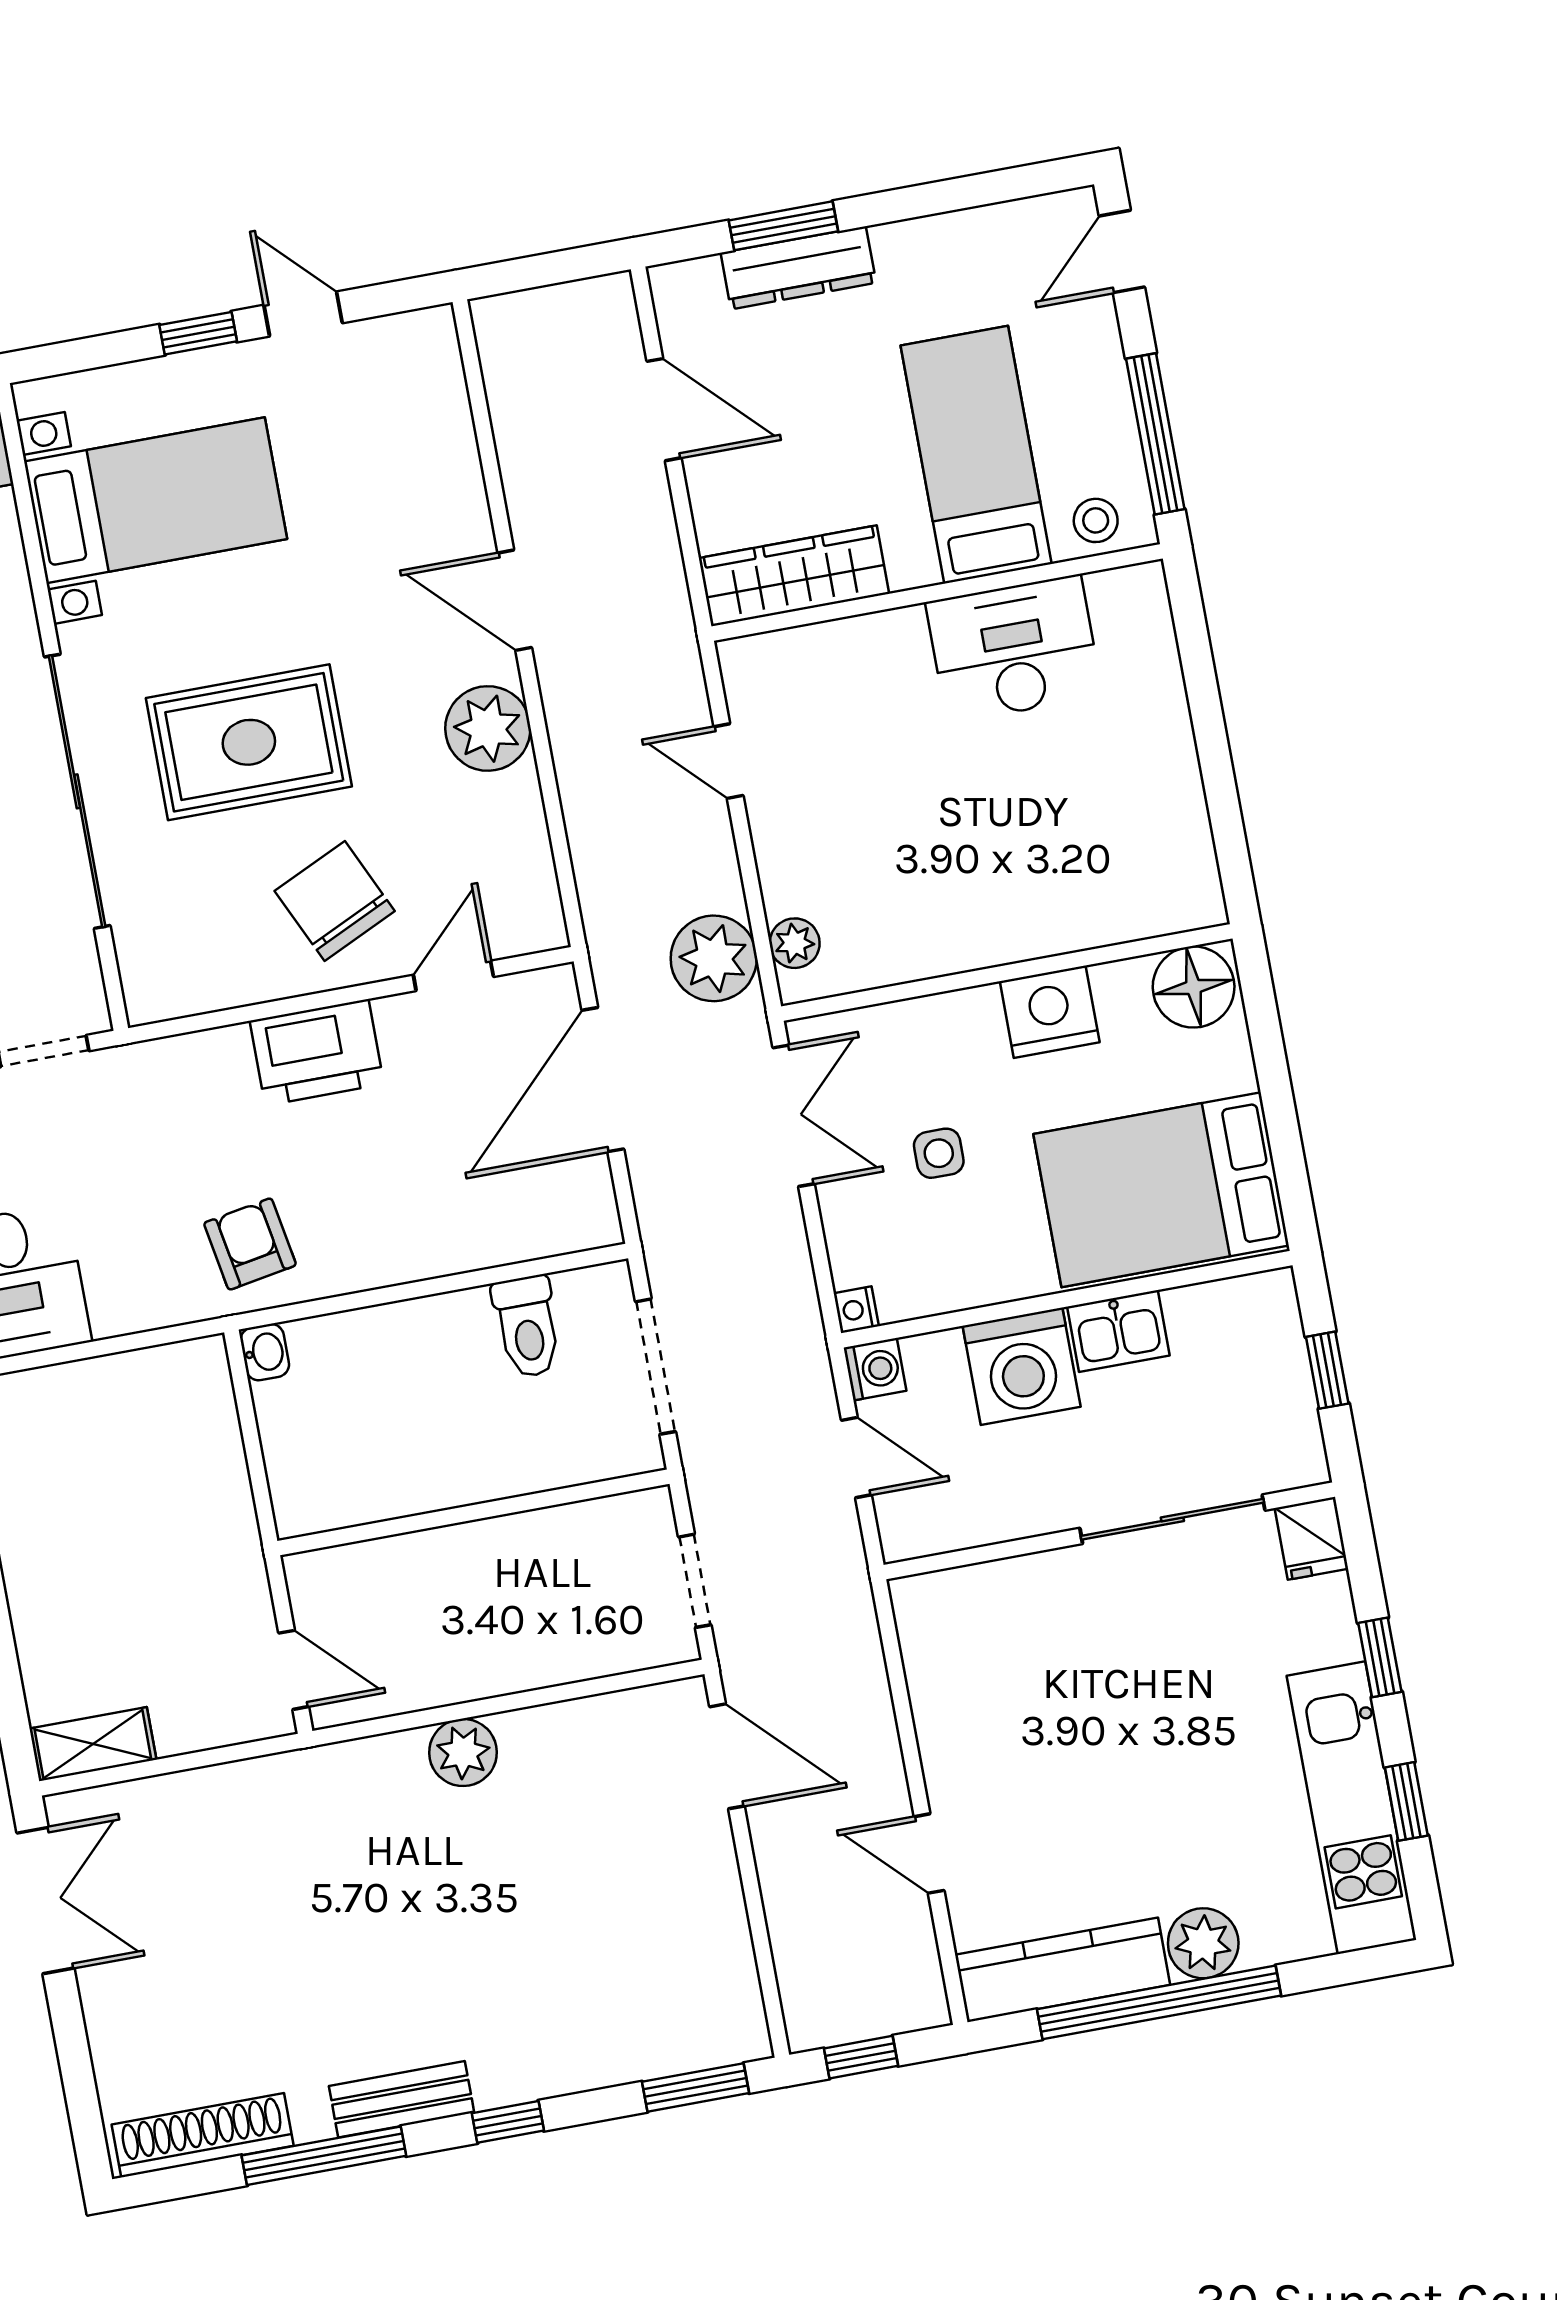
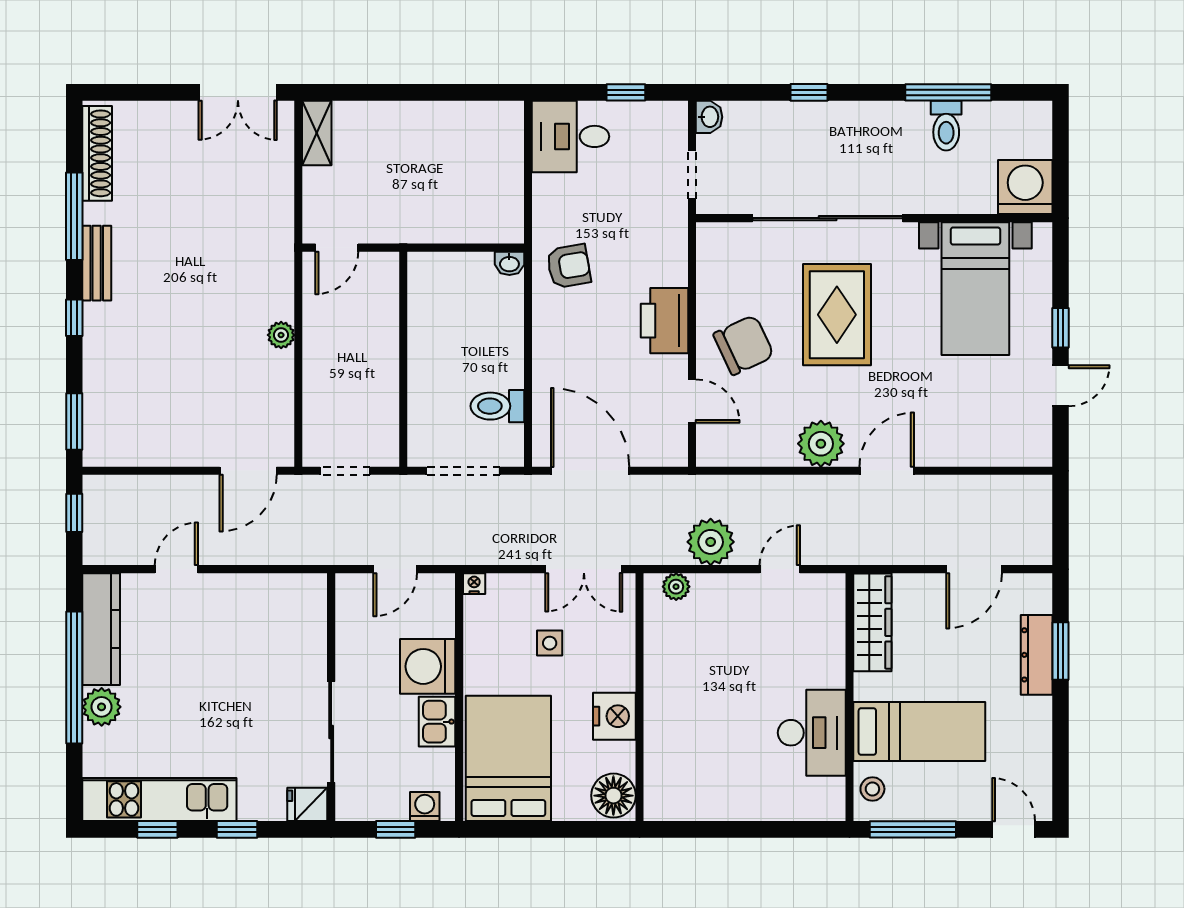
plant: (714, 958) -> (711, 542), moved
door: (603, 1080) -> (590, 471), moved
washing machine: (875, 1369) -> (425, 806), moved, turned 180
plant: (463, 1752) -> (281, 335), width x0.73, depth x0.73

